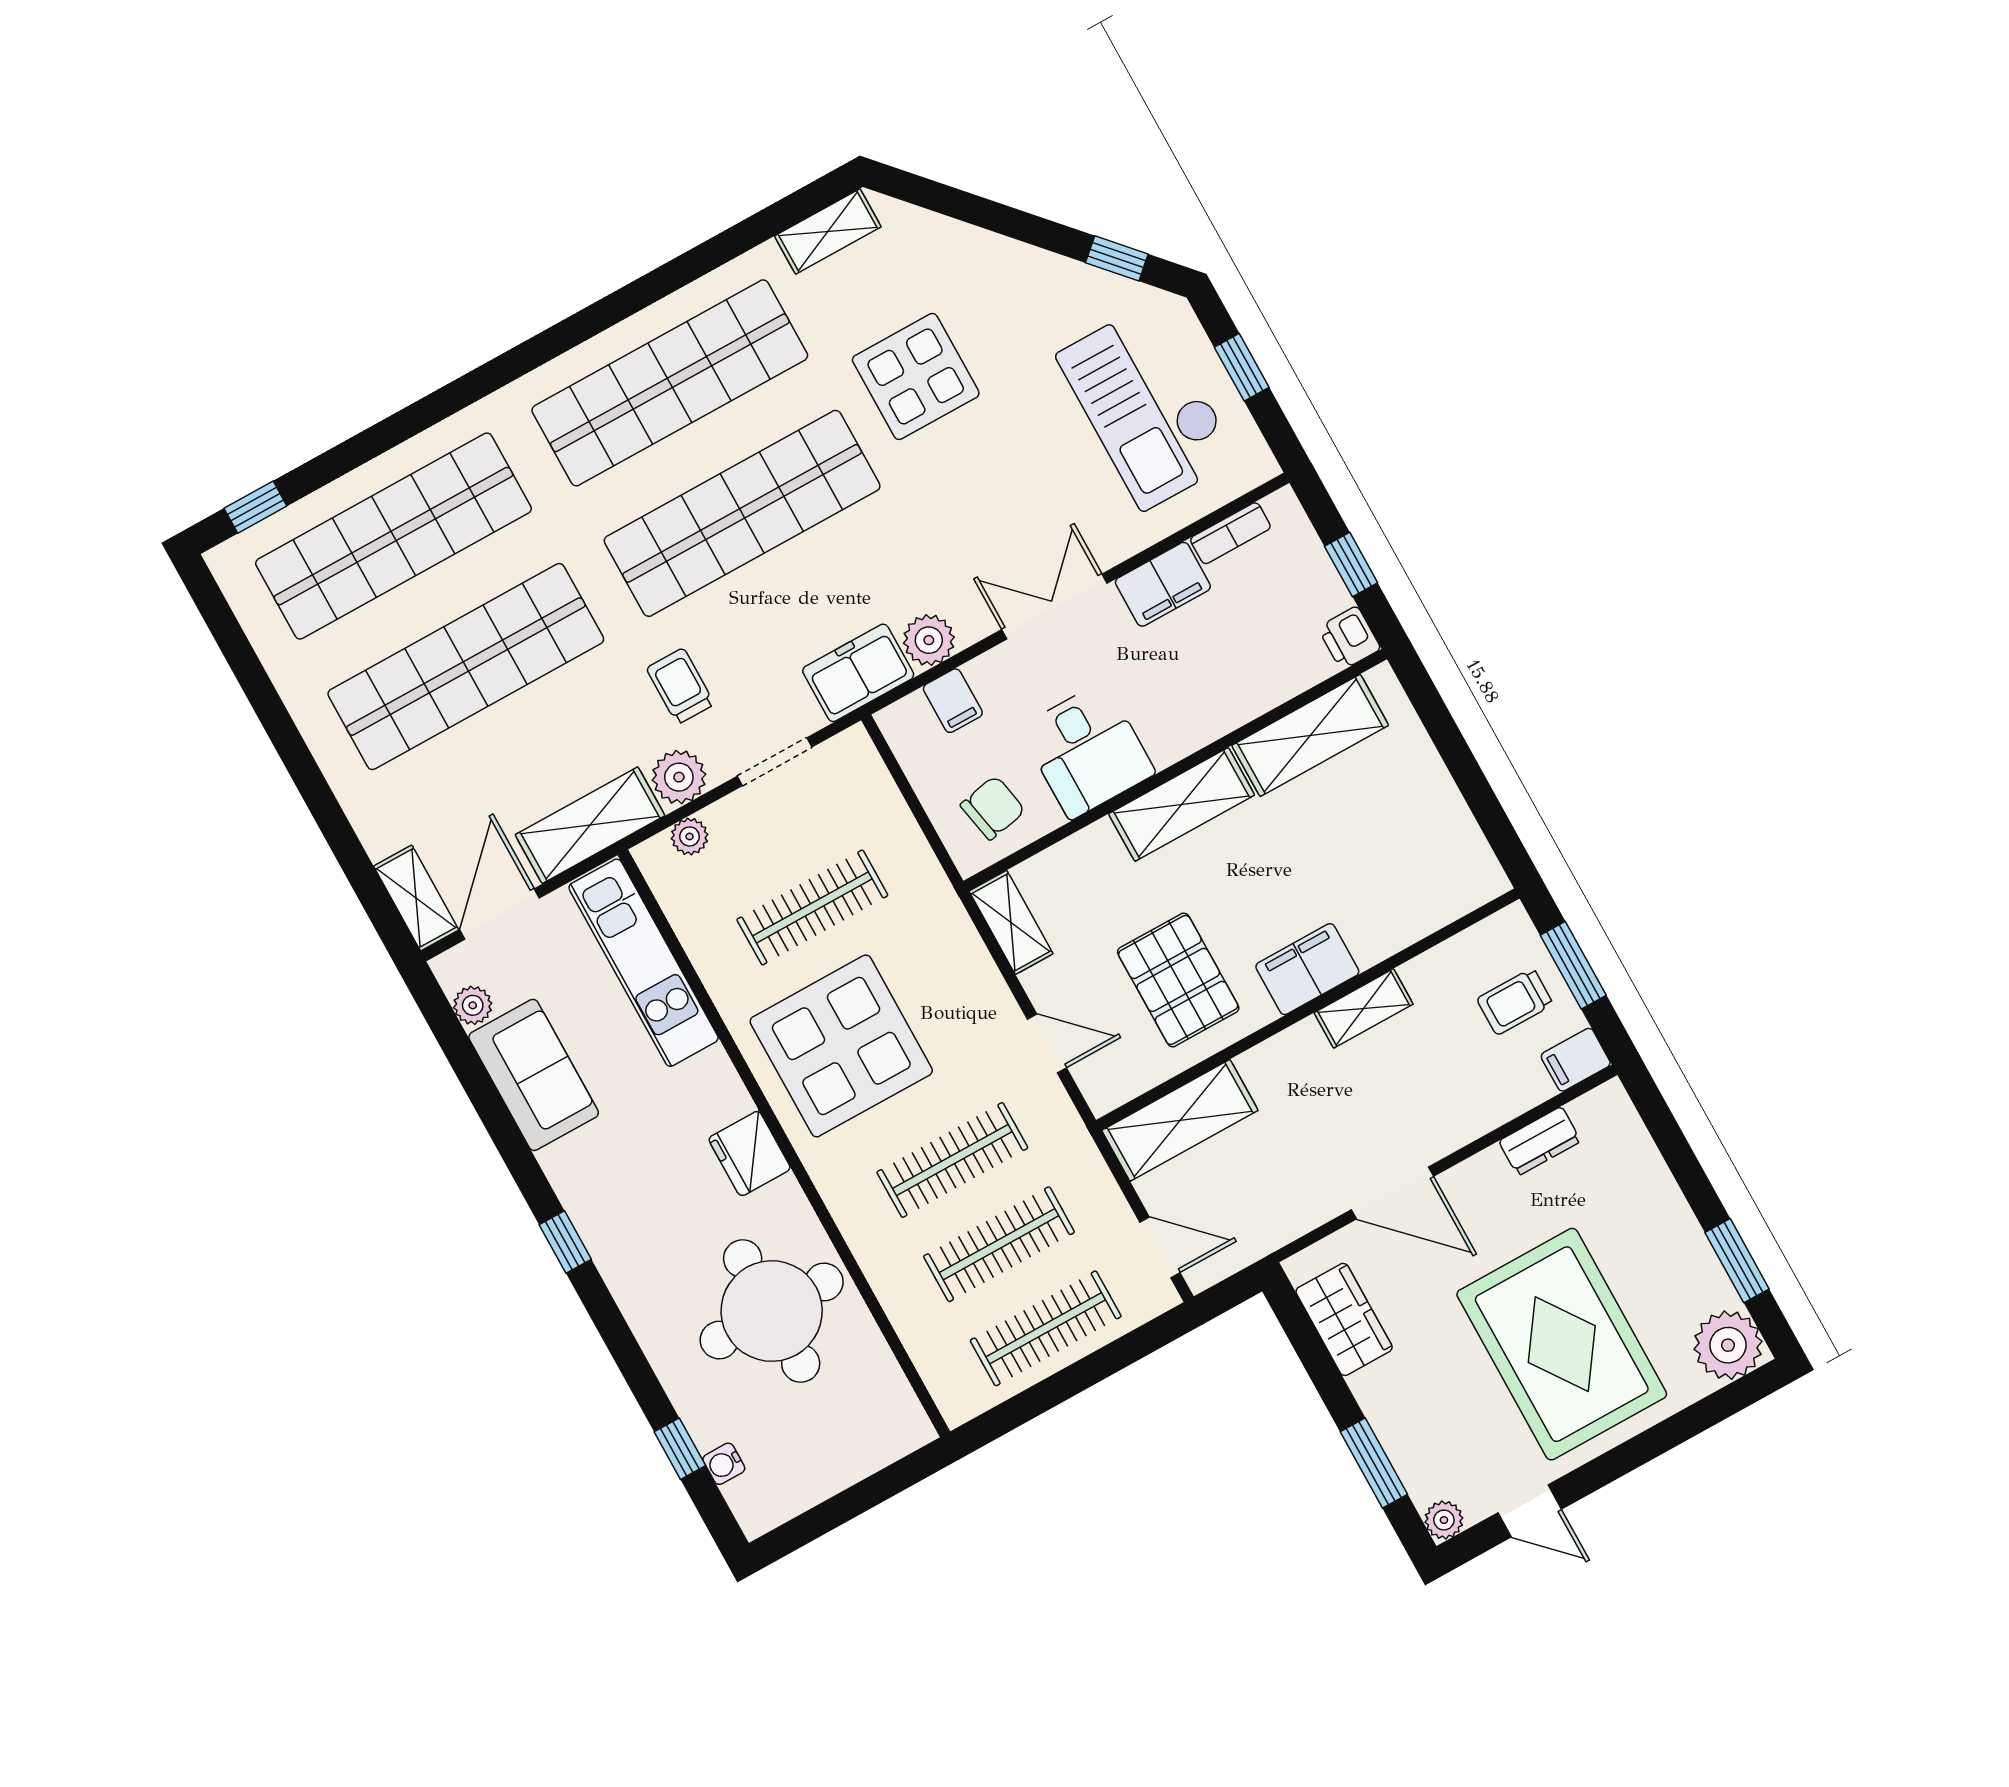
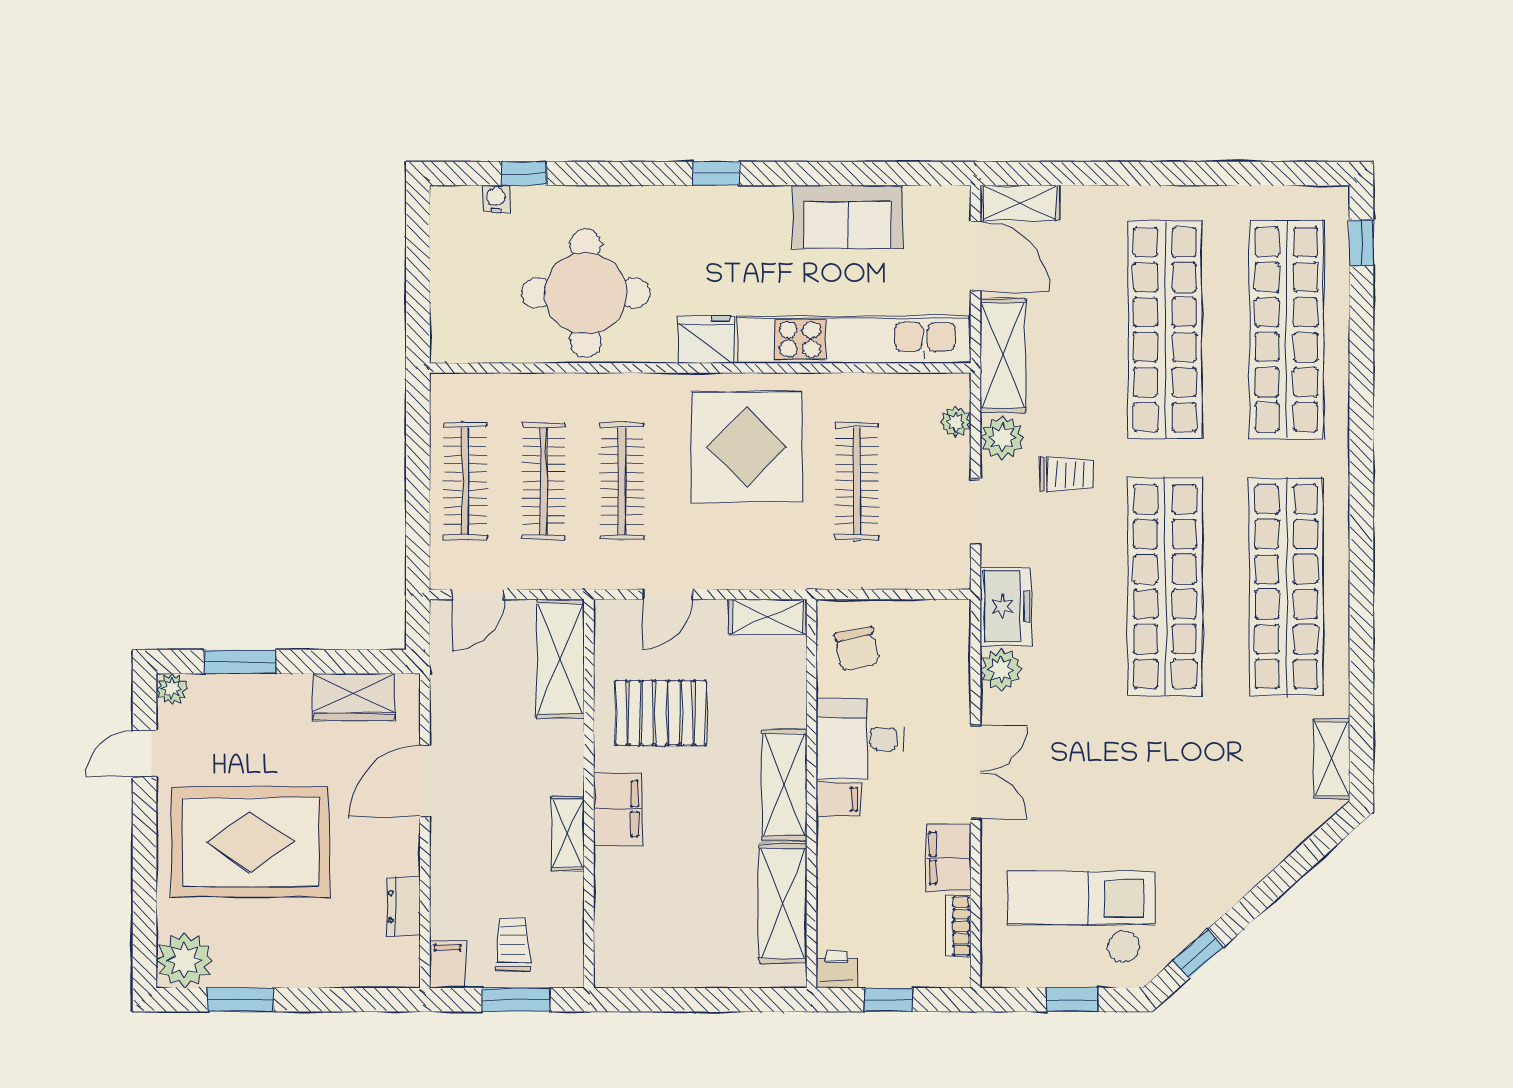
display table: (916, 376) -> (1194, 764), removed
filing cabinet: (953, 701) -> (838, 799), moved, turned 180
kitchen unit: (644, 963) -> (853, 339), width x1.36
plant: (473, 1005) -> (921, 201), removed

